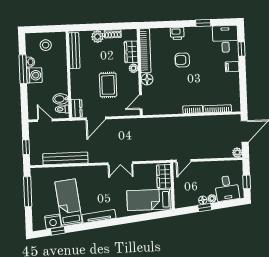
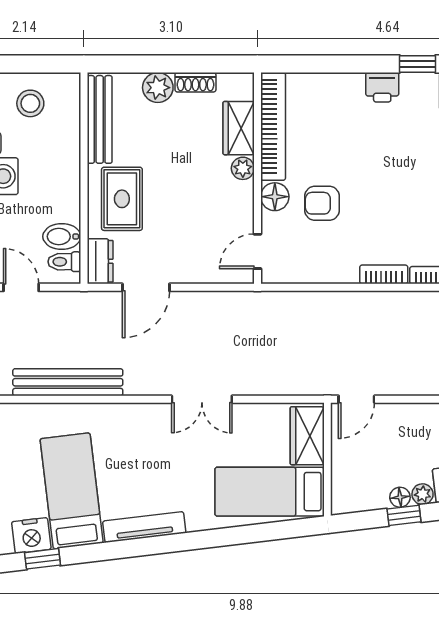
printer: (177, 33) -> (382, 87), moved
armchair: (182, 60) -> (322, 203), moved
rug: (108, 85) -> (122, 199), moved

